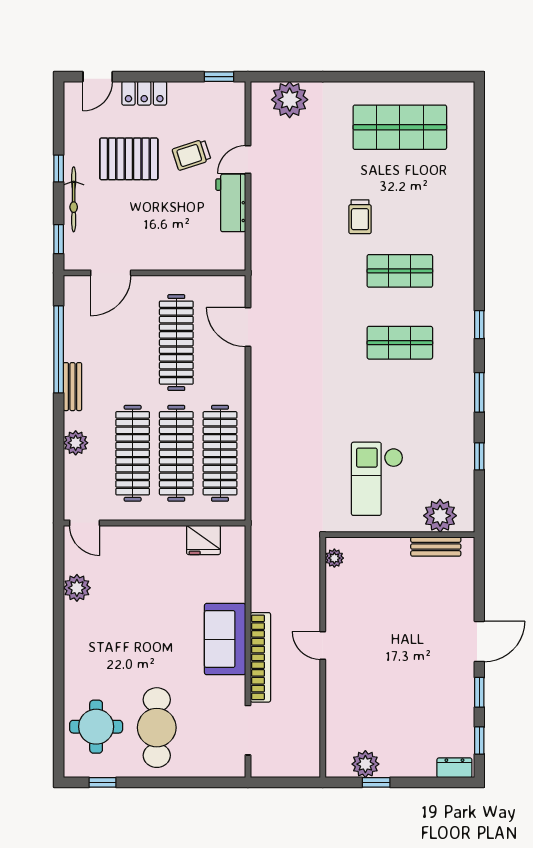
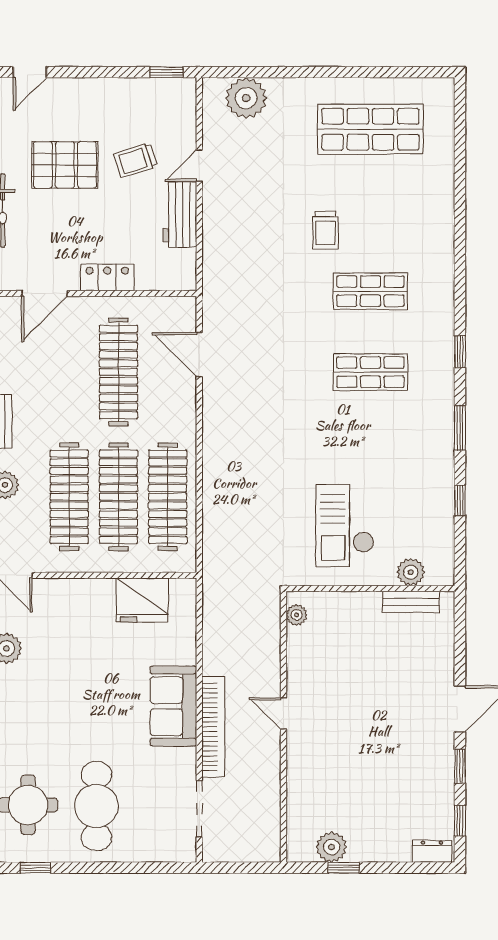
locker: (144, 93) -> (107, 277), moved, turned 180
plant: (440, 516) -> (411, 572), width x0.73, depth x0.73
fridge: (203, 540) -> (142, 600), width x1.36, depth x1.34

